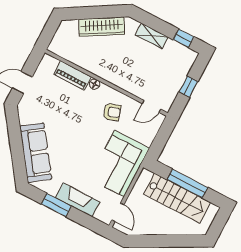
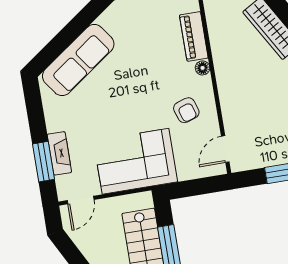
door: (151, 106) -> (225, 149), hinge flipped
fireplace: (78, 200) -> (59, 153), width x0.73, depth x0.76
window: (56, 205) -> (43, 162), moved

